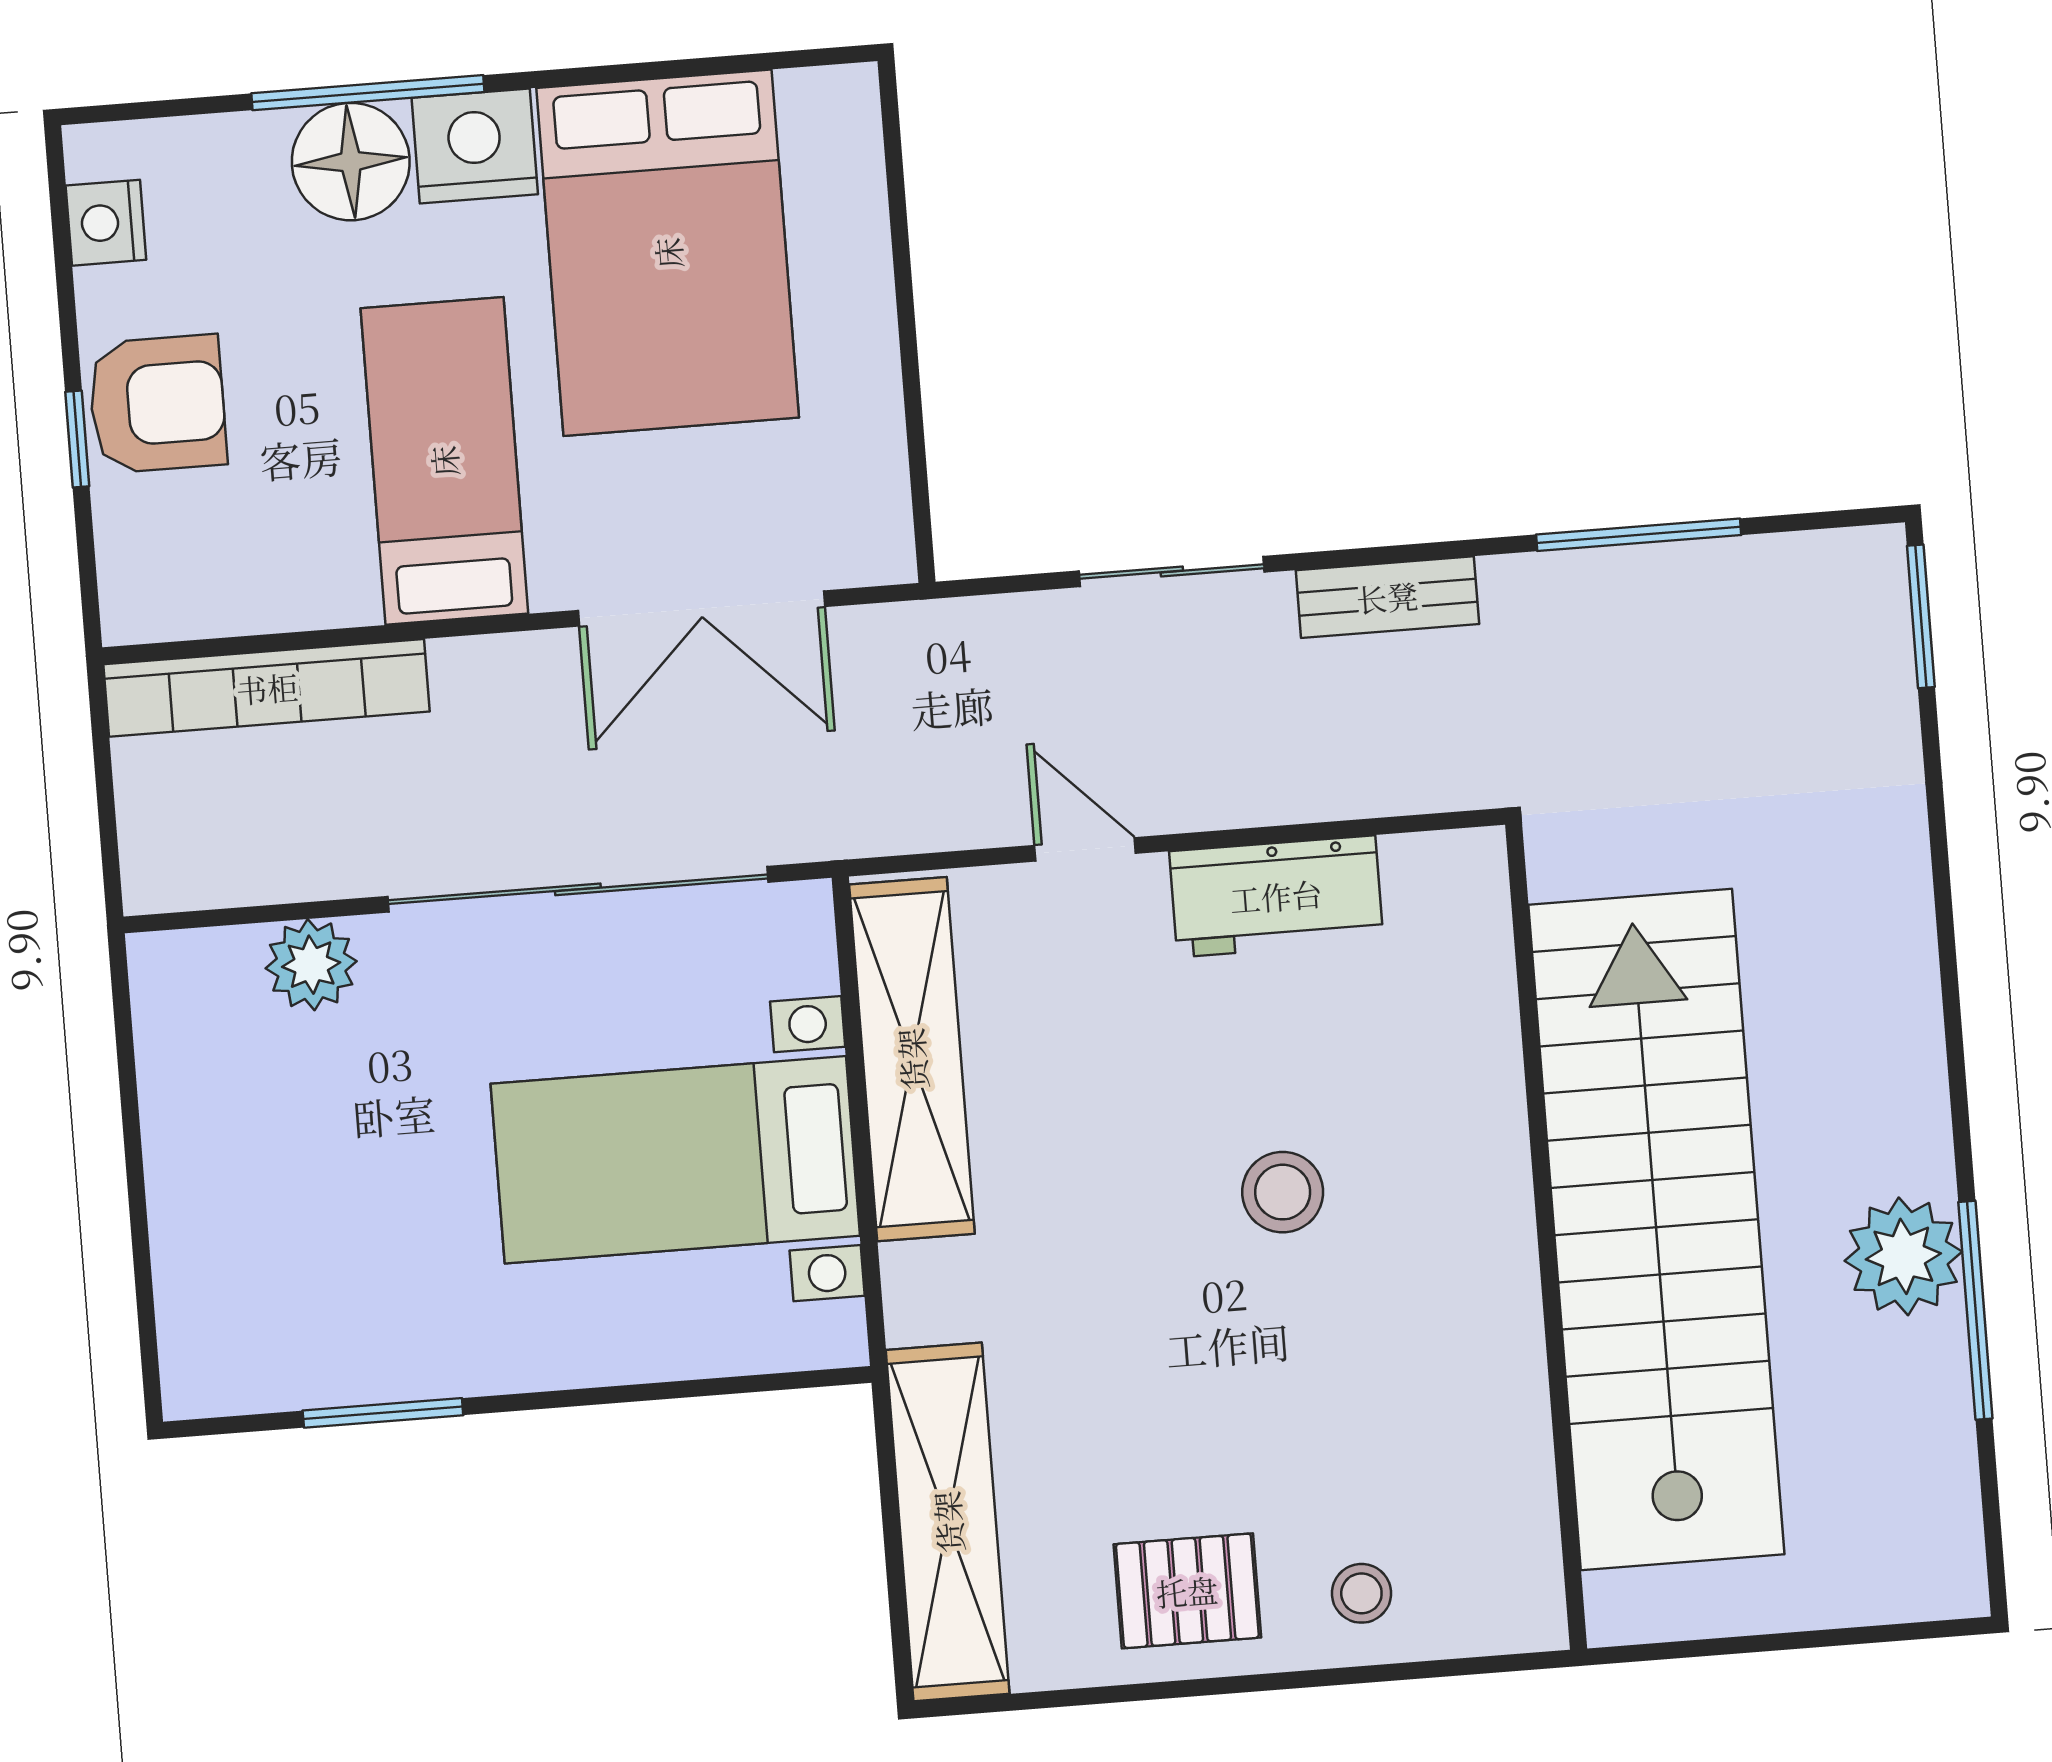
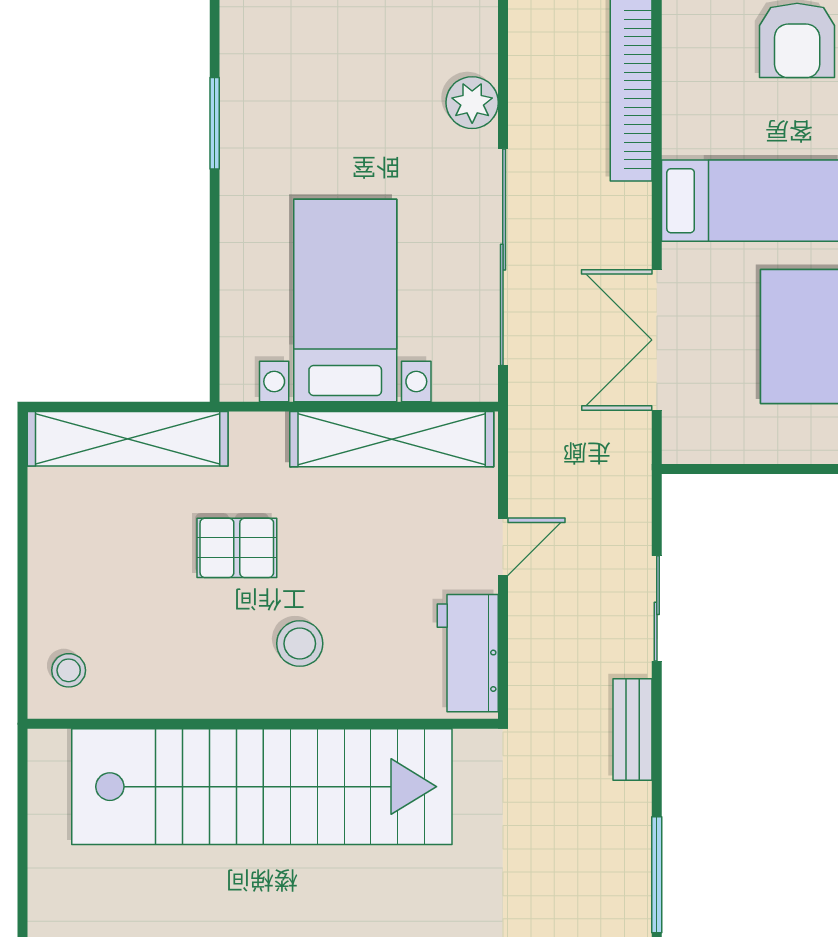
stairs: (1656, 1230) -> (262, 787), moved
wall: (1546, 1237) -> (263, 724), moved
pallet: (1187, 1591) -> (237, 548), moved, turned 90

